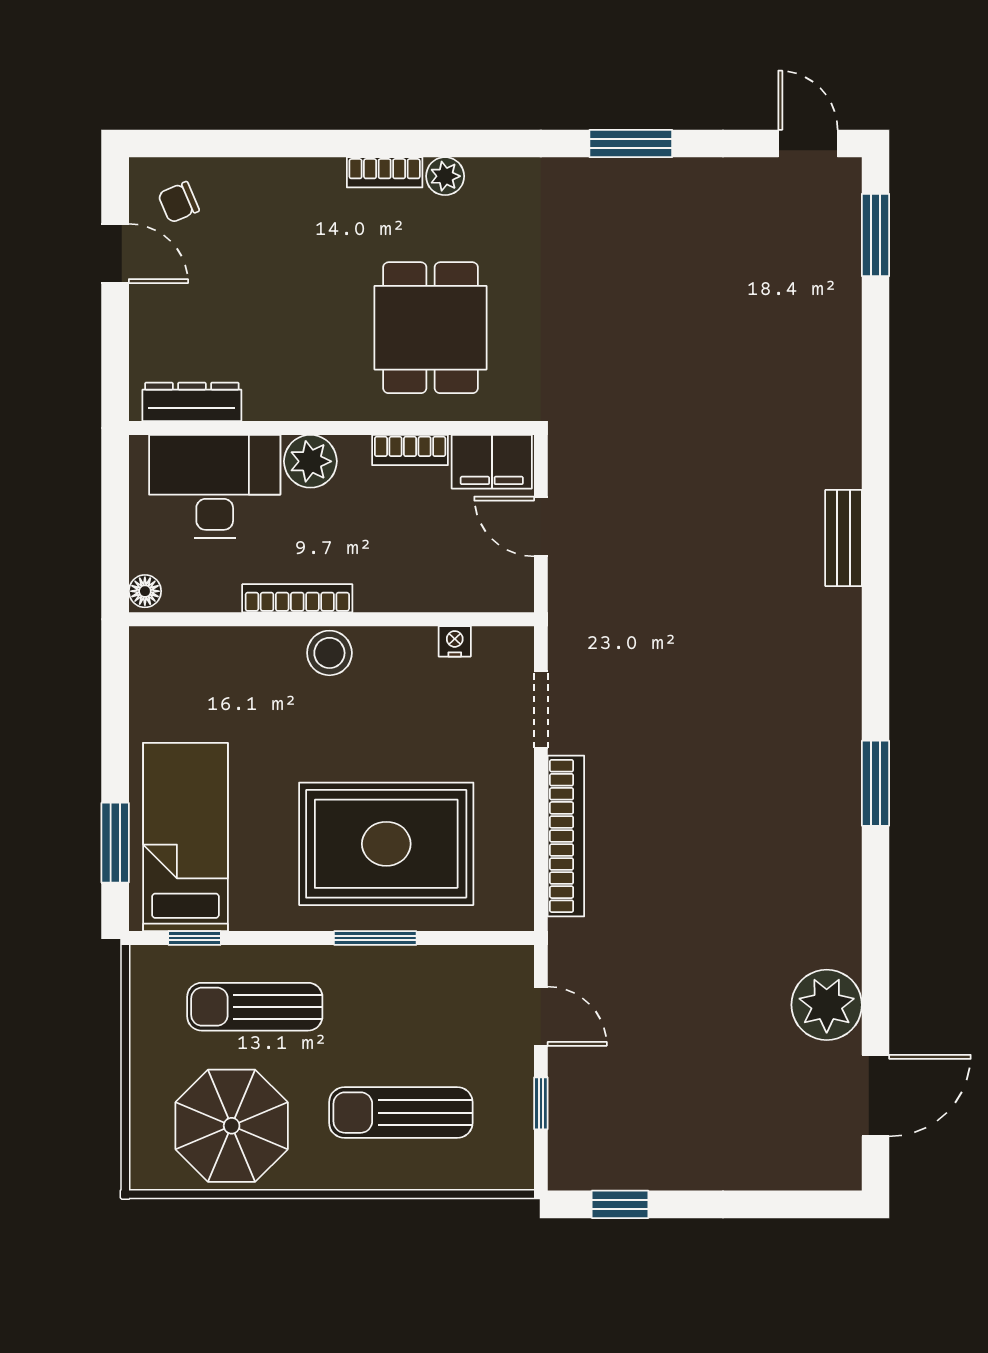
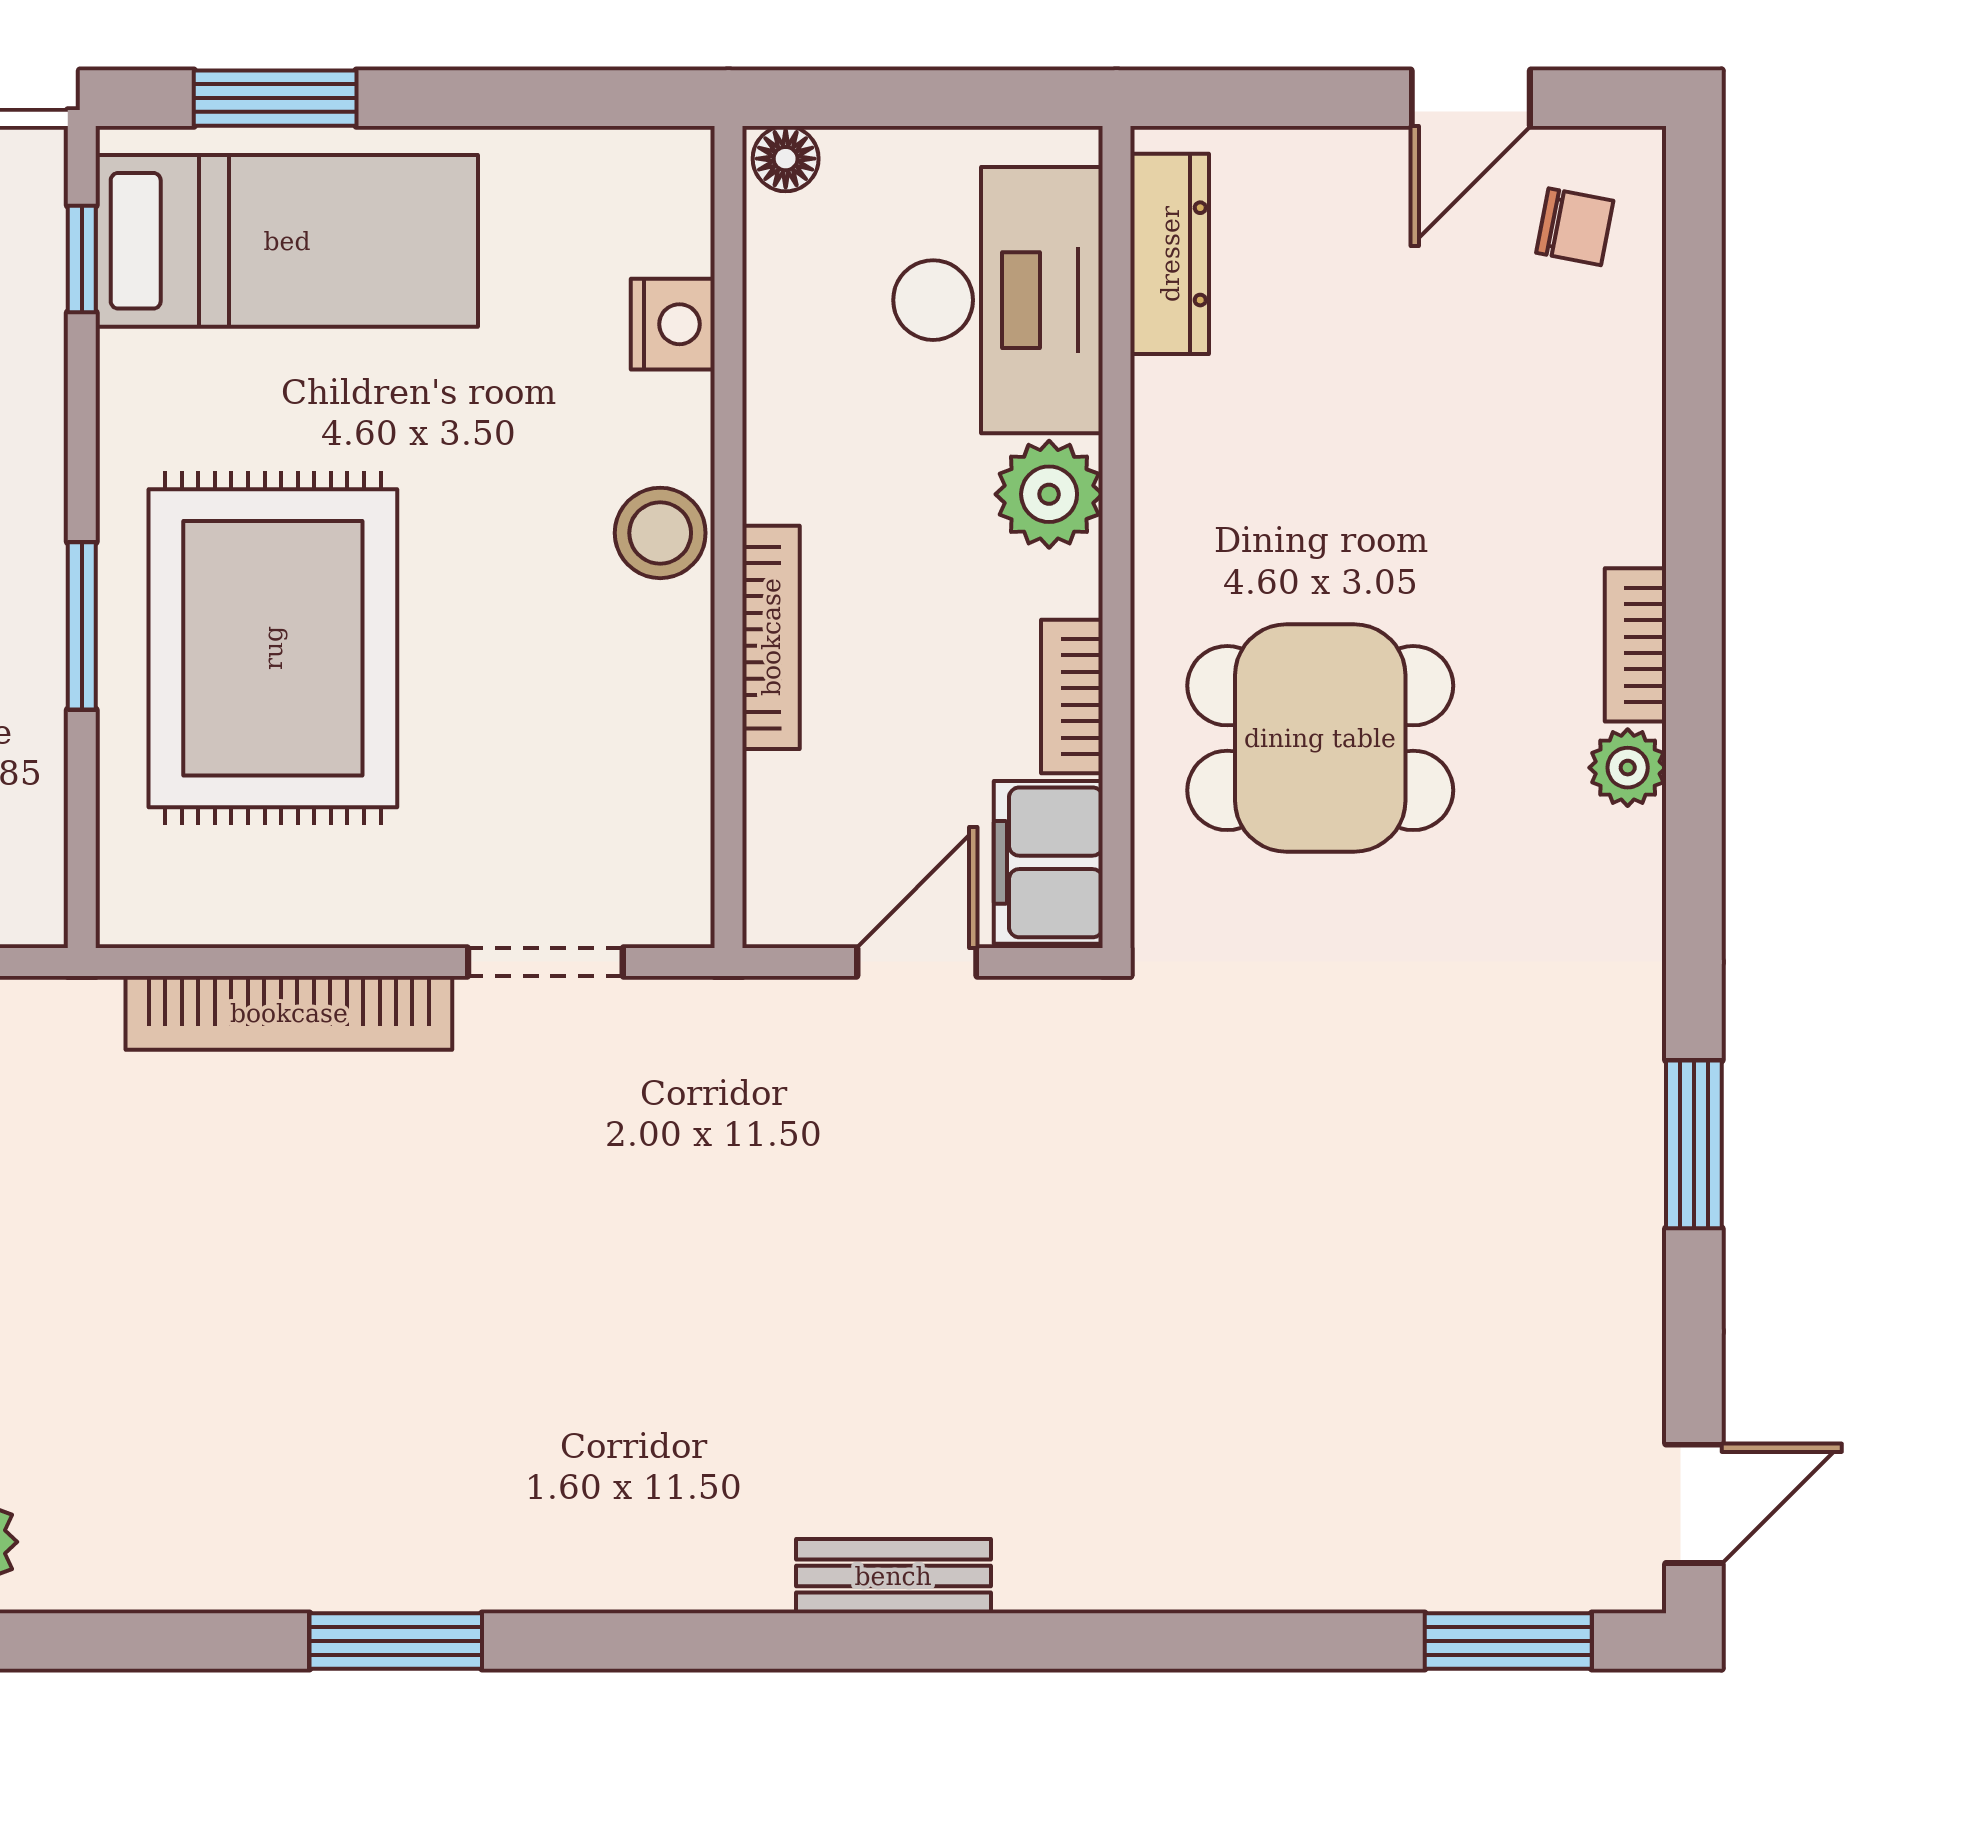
chair: (179, 202) -> (1575, 227), turned 124
bookcase: (297, 598) -> (771, 637), moved
nightstand: (455, 641) -> (673, 324), moved, width x1.39, depth x1.35

